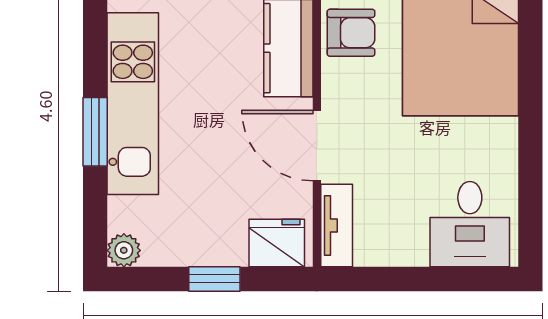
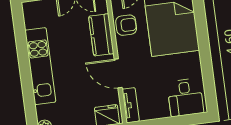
window: (95, 132) -> (26, 80), removed

